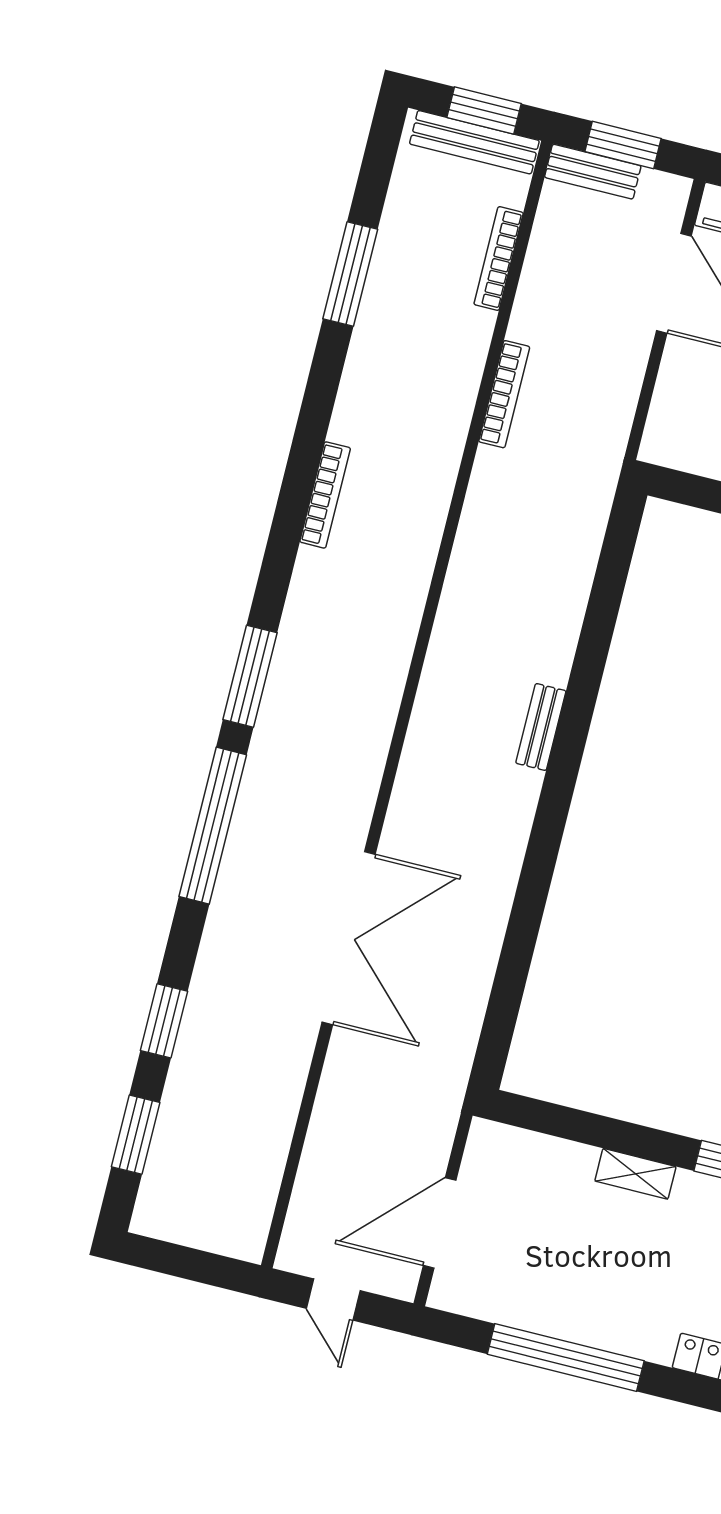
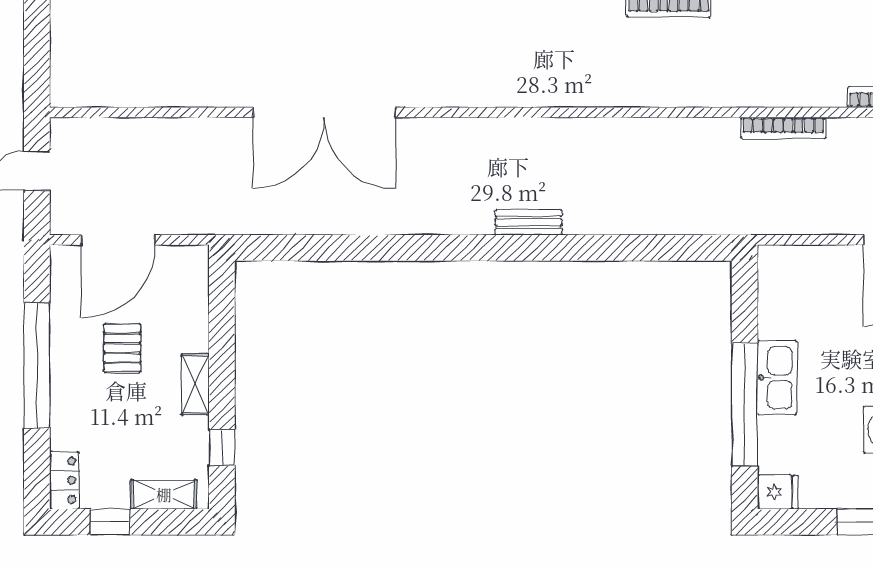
door: (440, 1223) -> (118, 240), swing flipped
pallet: (570, 1250) -> (122, 348), added

